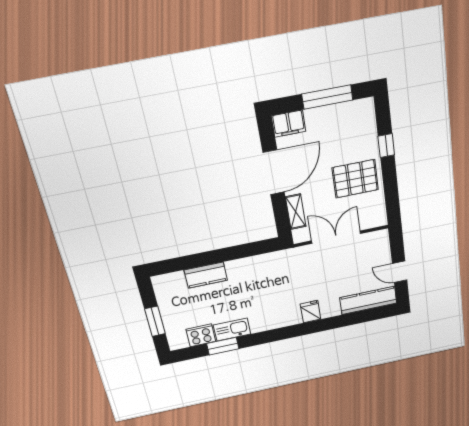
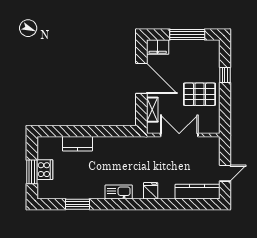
door: (274, 172) -> (141, 78), hinge flipped
door: (400, 272) -> (225, 173), swing flipped
kitchen sink: (232, 330) -> (119, 192), moved
cooker: (201, 335) -> (45, 170), moved, turned 90

